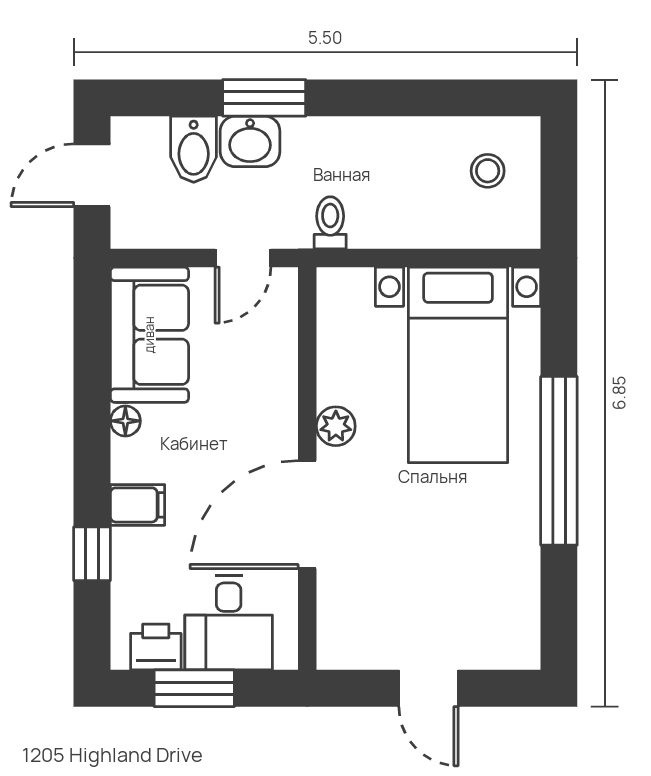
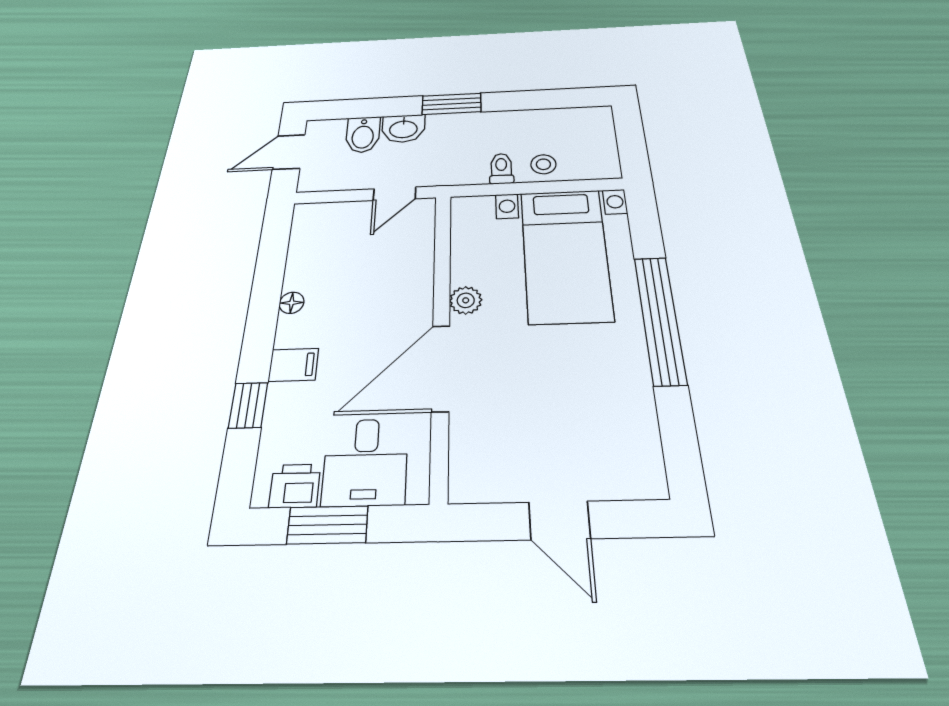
window: (264, 98) -> (452, 104), moved
stool: (488, 171) -> (543, 164), moved
toilet: (330, 223) -> (501, 169), moved
sofa: (149, 335) -> (318, 244), removed

